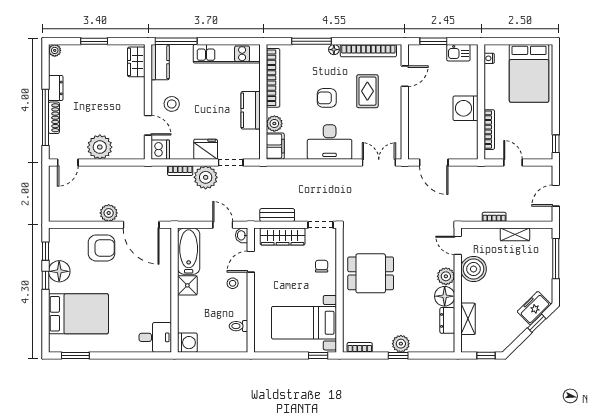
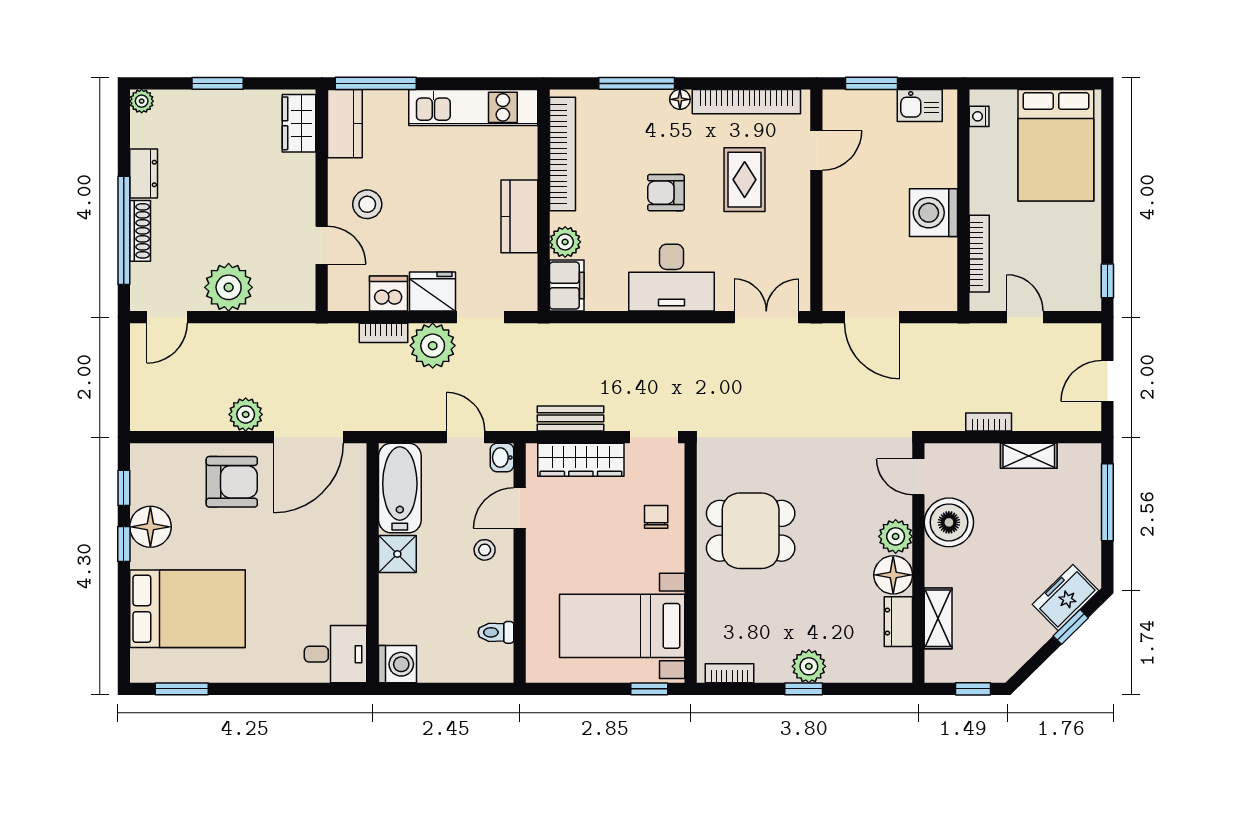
dishwasher: (160, 150) -> (389, 294), moved, turned -90
door: (141, 225) -> (308, 437), hinge flipped

